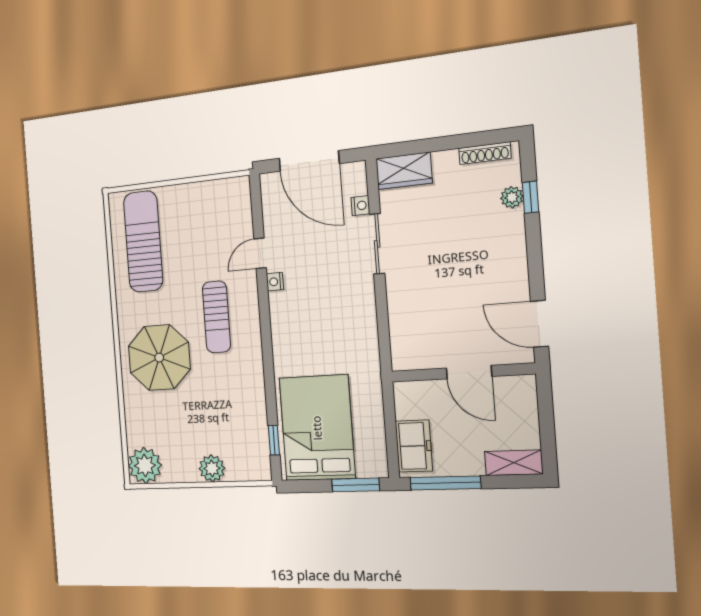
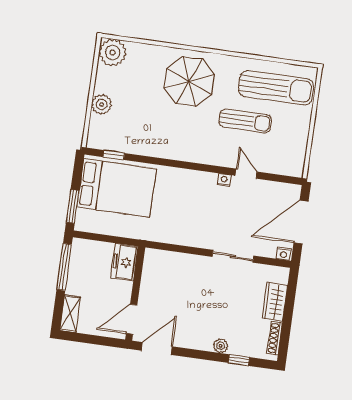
wardrobe: (404, 171) -> (275, 302), moved
plant: (512, 197) -> (221, 346), moved
nightstand: (360, 206) -> (283, 254), moved
sun lounger: (216, 317) -> (245, 121), moved, turned 180
door: (469, 372) -> (132, 319), moved
freezer: (414, 446) -> (125, 262), moved, turned 90

